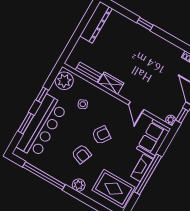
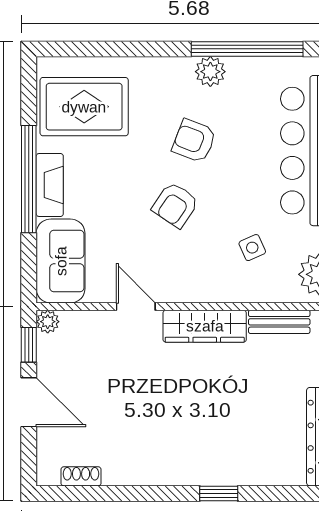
wardrobe: (111, 83) -> (205, 326), width x1.50
plant: (79, 185) -> (210, 72), moved

